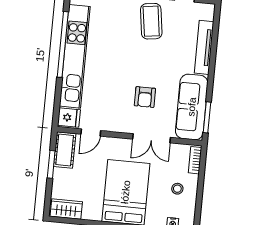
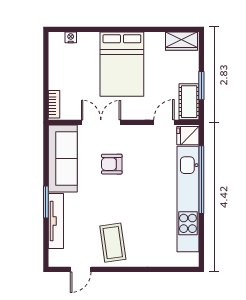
window: (63, 44) -> (201, 180), moved
armchair: (145, 97) -> (112, 164), turned -90
window: (207, 117) -> (46, 202), moved
stool: (177, 189) -> (69, 73), removed

